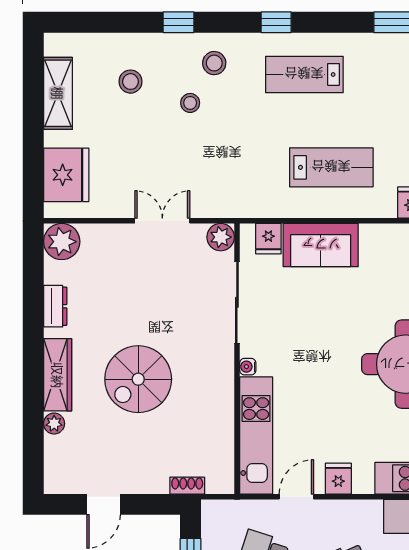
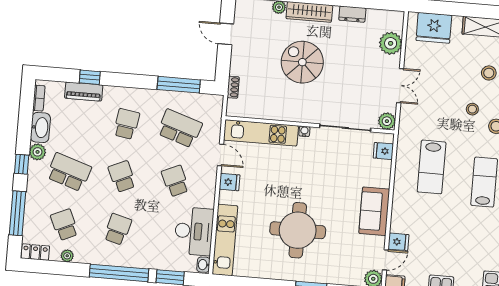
lab bench: (331, 167) -> (432, 167), moved
plant: (62, 242) -> (391, 43), moved
sofa: (321, 245) -> (374, 211), moved

